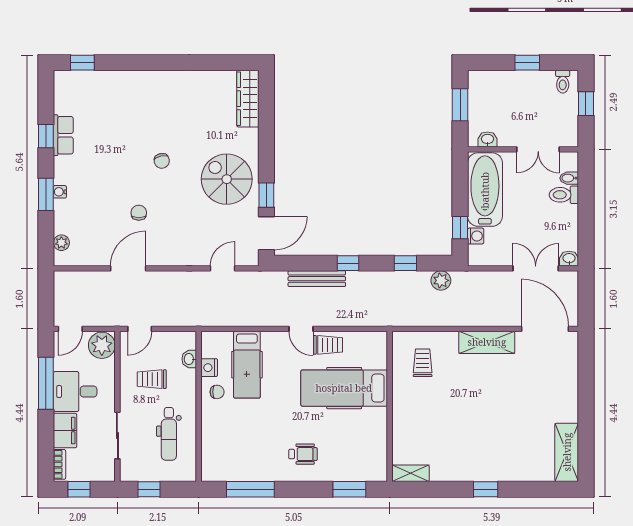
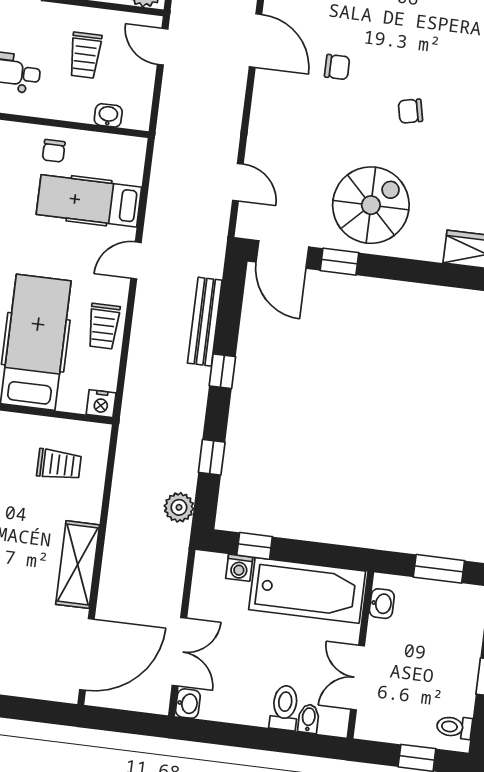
door: (301, 329) -> (136, 260), moved
nightstand: (209, 368) -> (101, 404), moved, turned 180
trolley: (152, 379) -> (85, 55), turned 180

